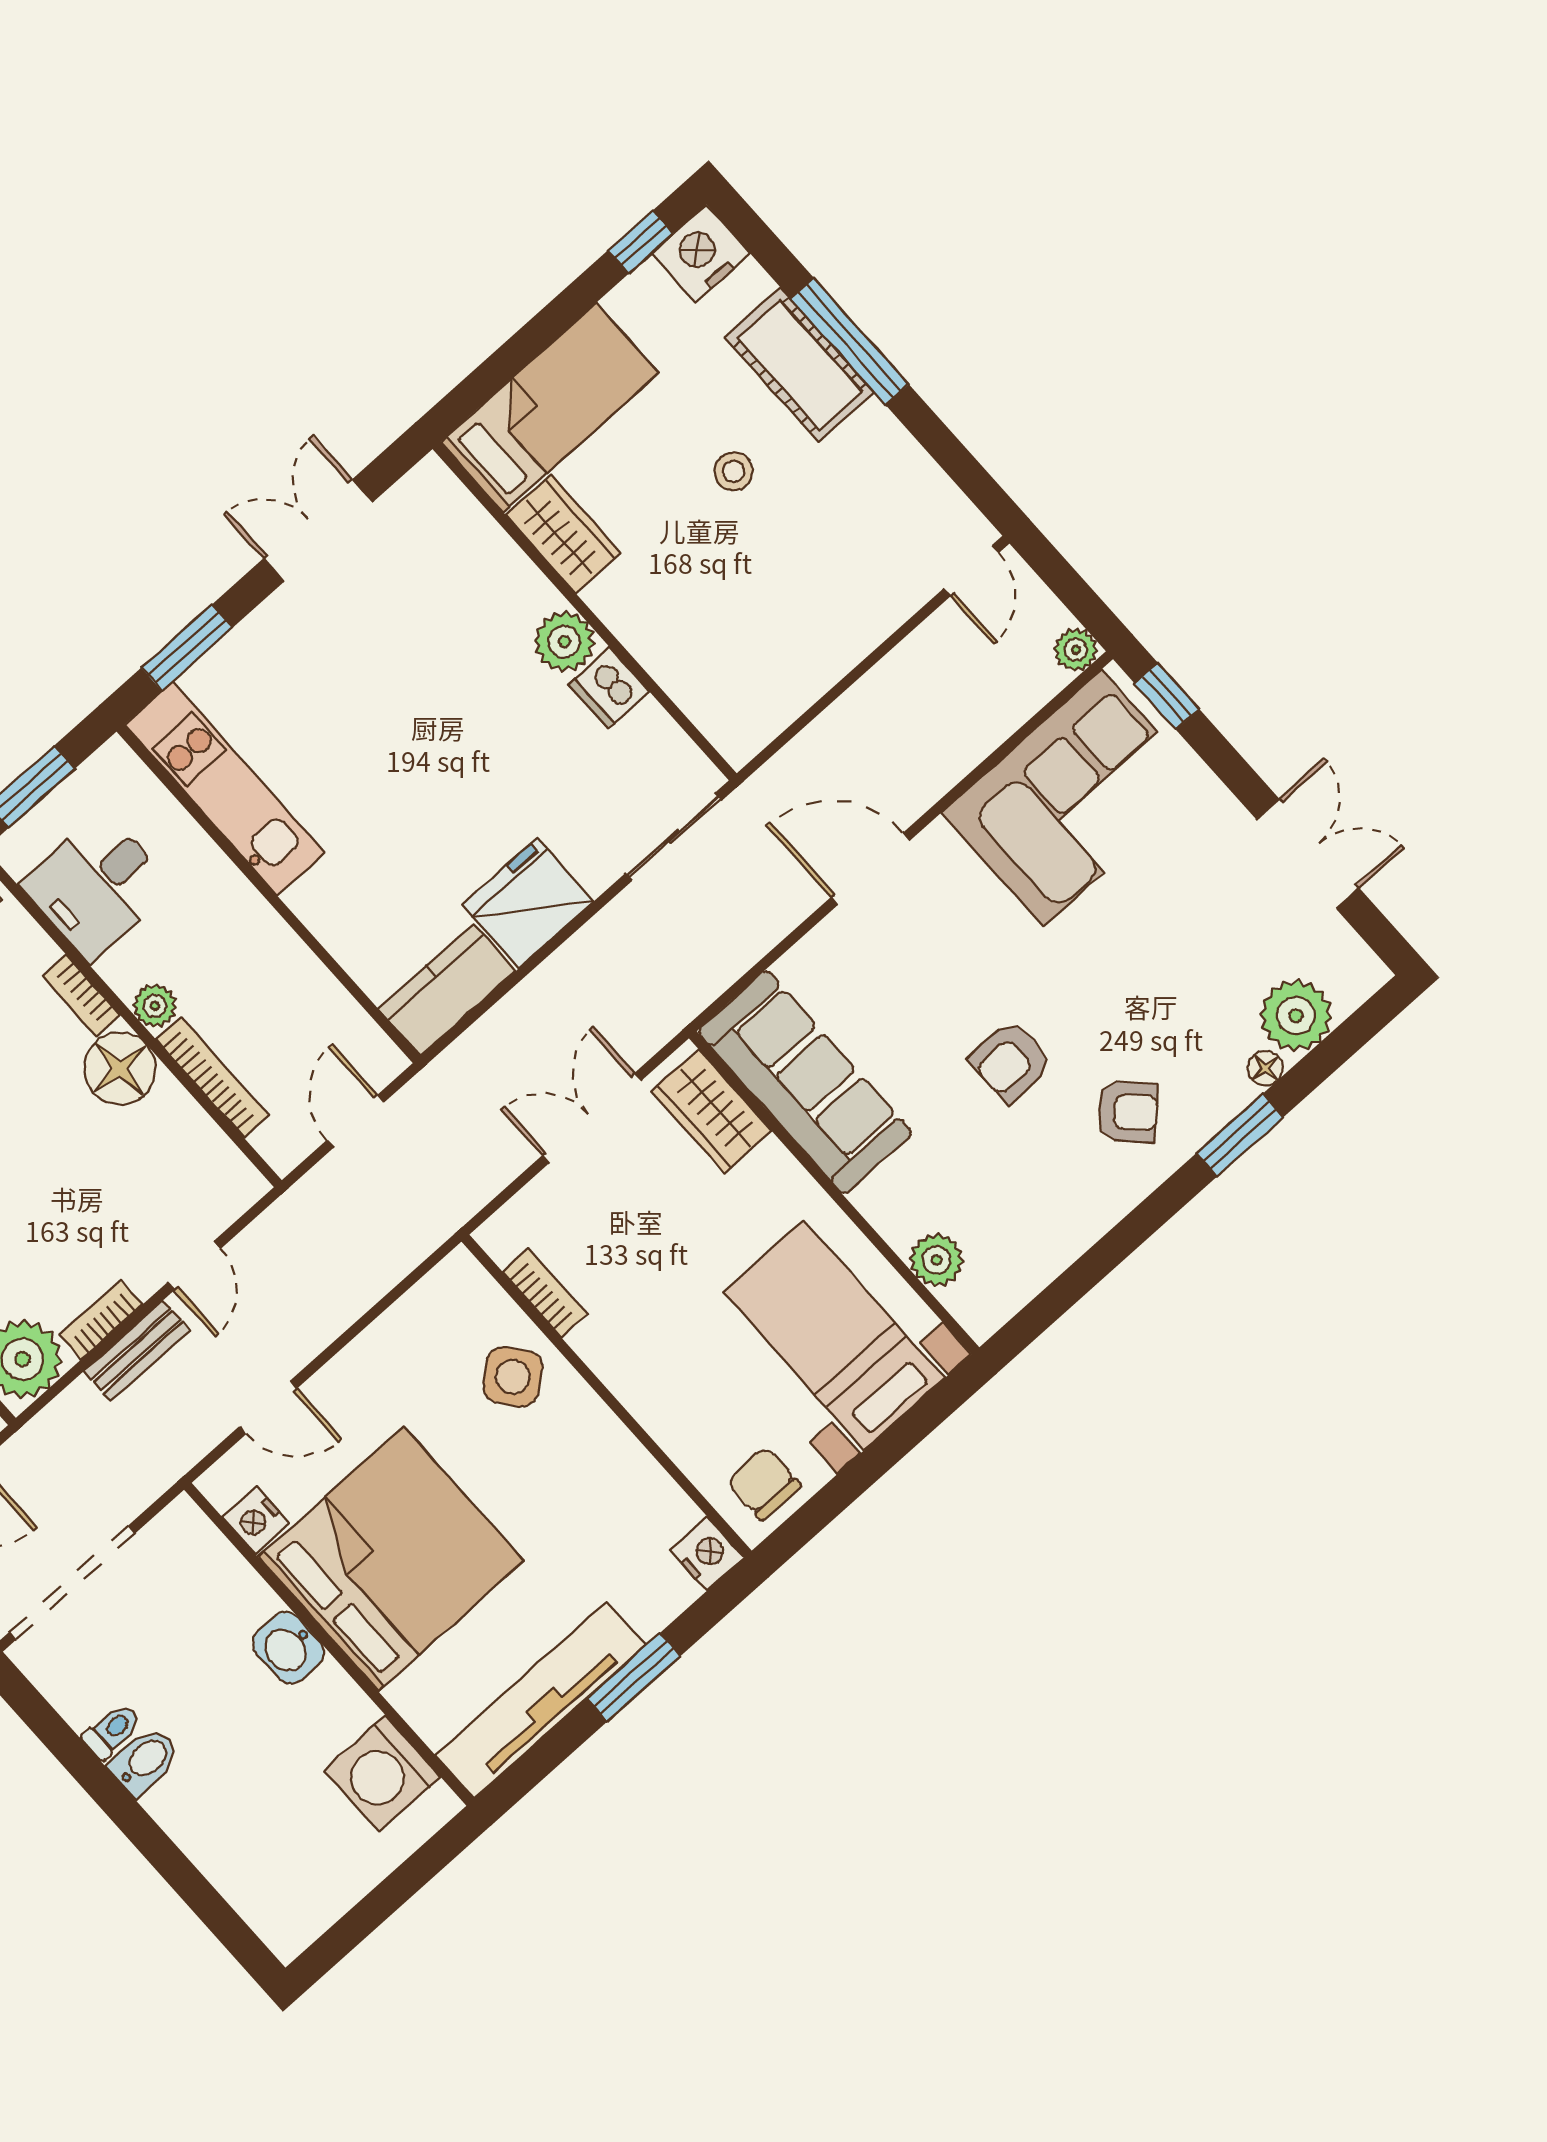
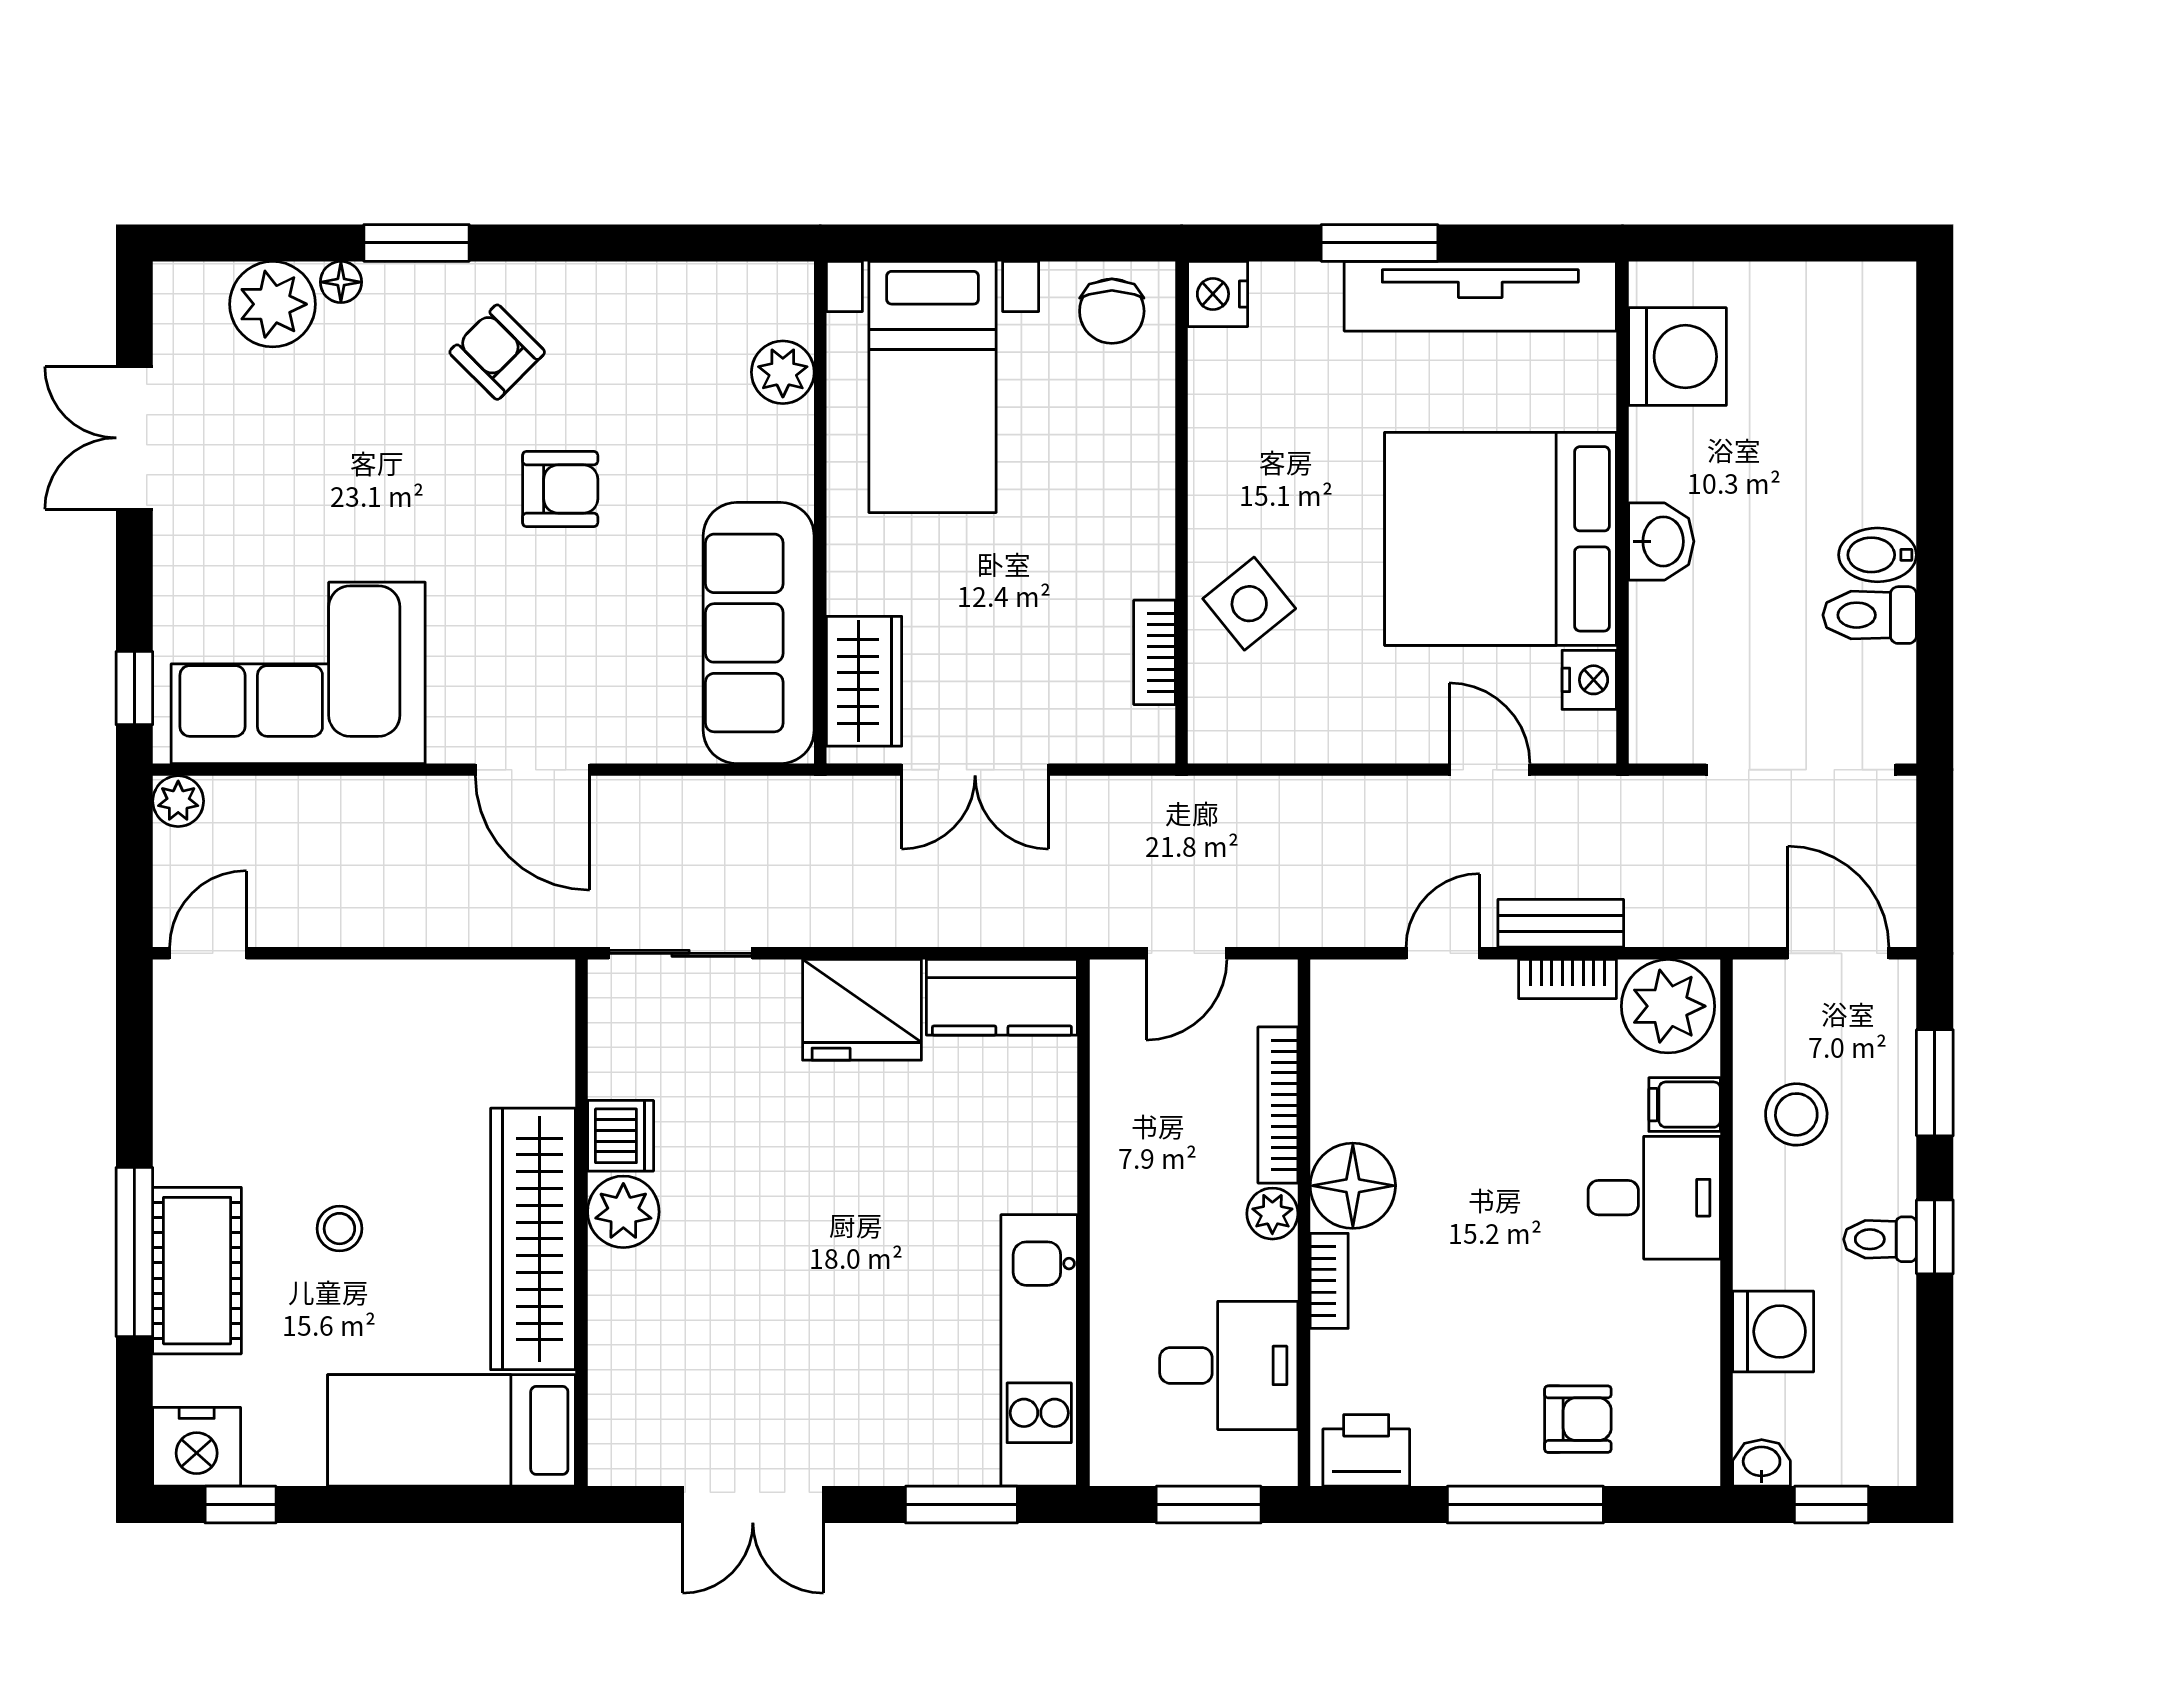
wardrobe: (564, 534) -> (533, 1239), width x2.10, depth x1.17
toilet: (112, 1731) -> (1870, 615), width x1.37, depth x1.39

